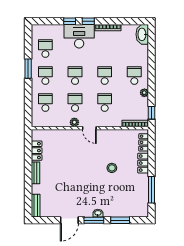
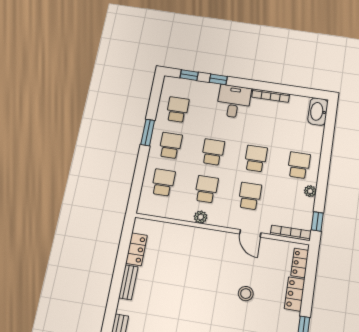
window: (88, 21) -> (189, 75), moved
desk: (79, 36) -> (234, 101), width x0.73
door: (89, 128) -> (250, 233), moved

